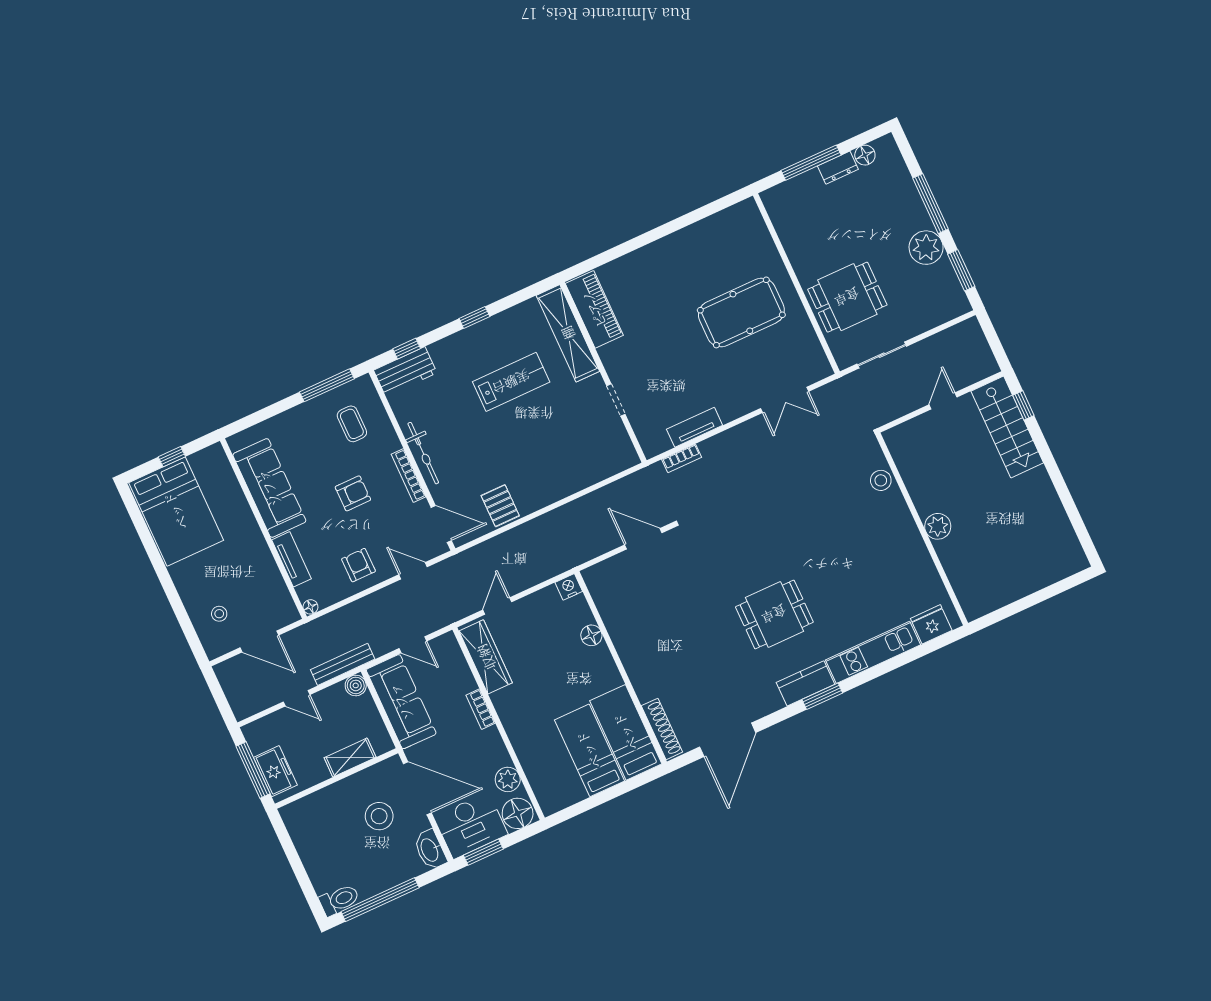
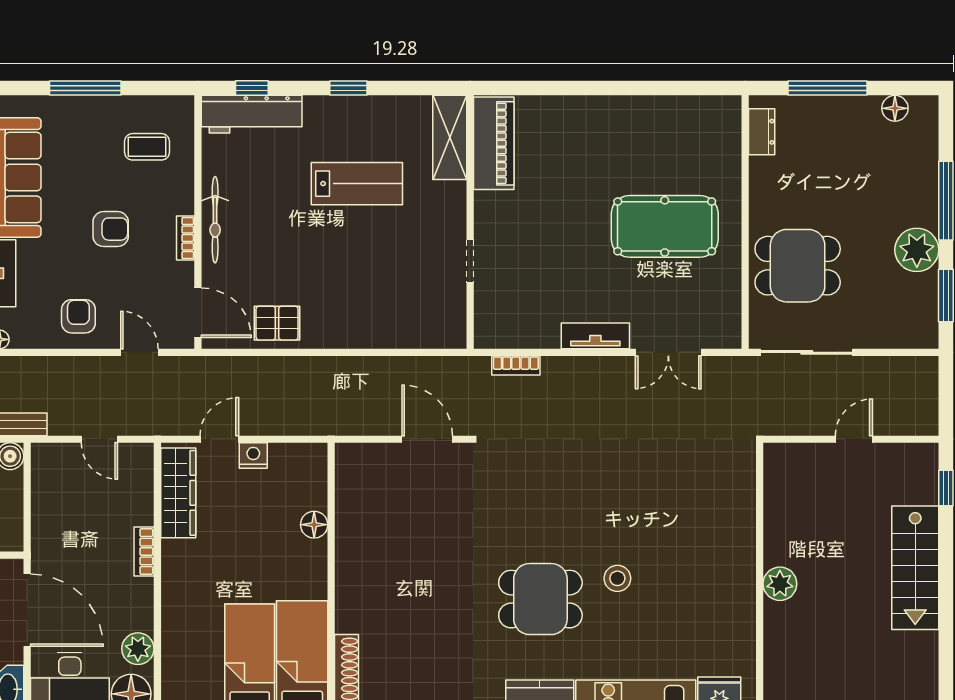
dresser: (838, 168) -> (762, 132), moved, turned -90
shelving: (568, 333) -> (450, 137), width x0.68
sliding door: (882, 355) -> (807, 352), width x1.37
workbench: (405, 372) -> (252, 114), width x1.37
window: (327, 385) -> (85, 88), moved
coffee table: (352, 424) -> (147, 147), turned 90
tv unit: (695, 427) -> (595, 336), moved
stairs: (1007, 427) -> (915, 568), moved
bookcase: (408, 475) -> (186, 238), width x0.64
stool: (881, 480) -> (617, 578), moved
pallet: (500, 506) -> (277, 323), turned 90
nightstand: (569, 587) -> (253, 455), moved
sofa: (401, 702) -> (55, 500), removed

